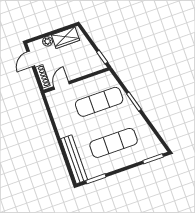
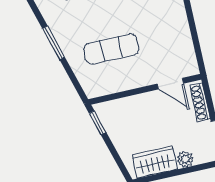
door: (62, 85) -> (170, 84), hinge flipped
exercise mat: (99, 102) -> (111, 49), width x0.73, depth x0.69

